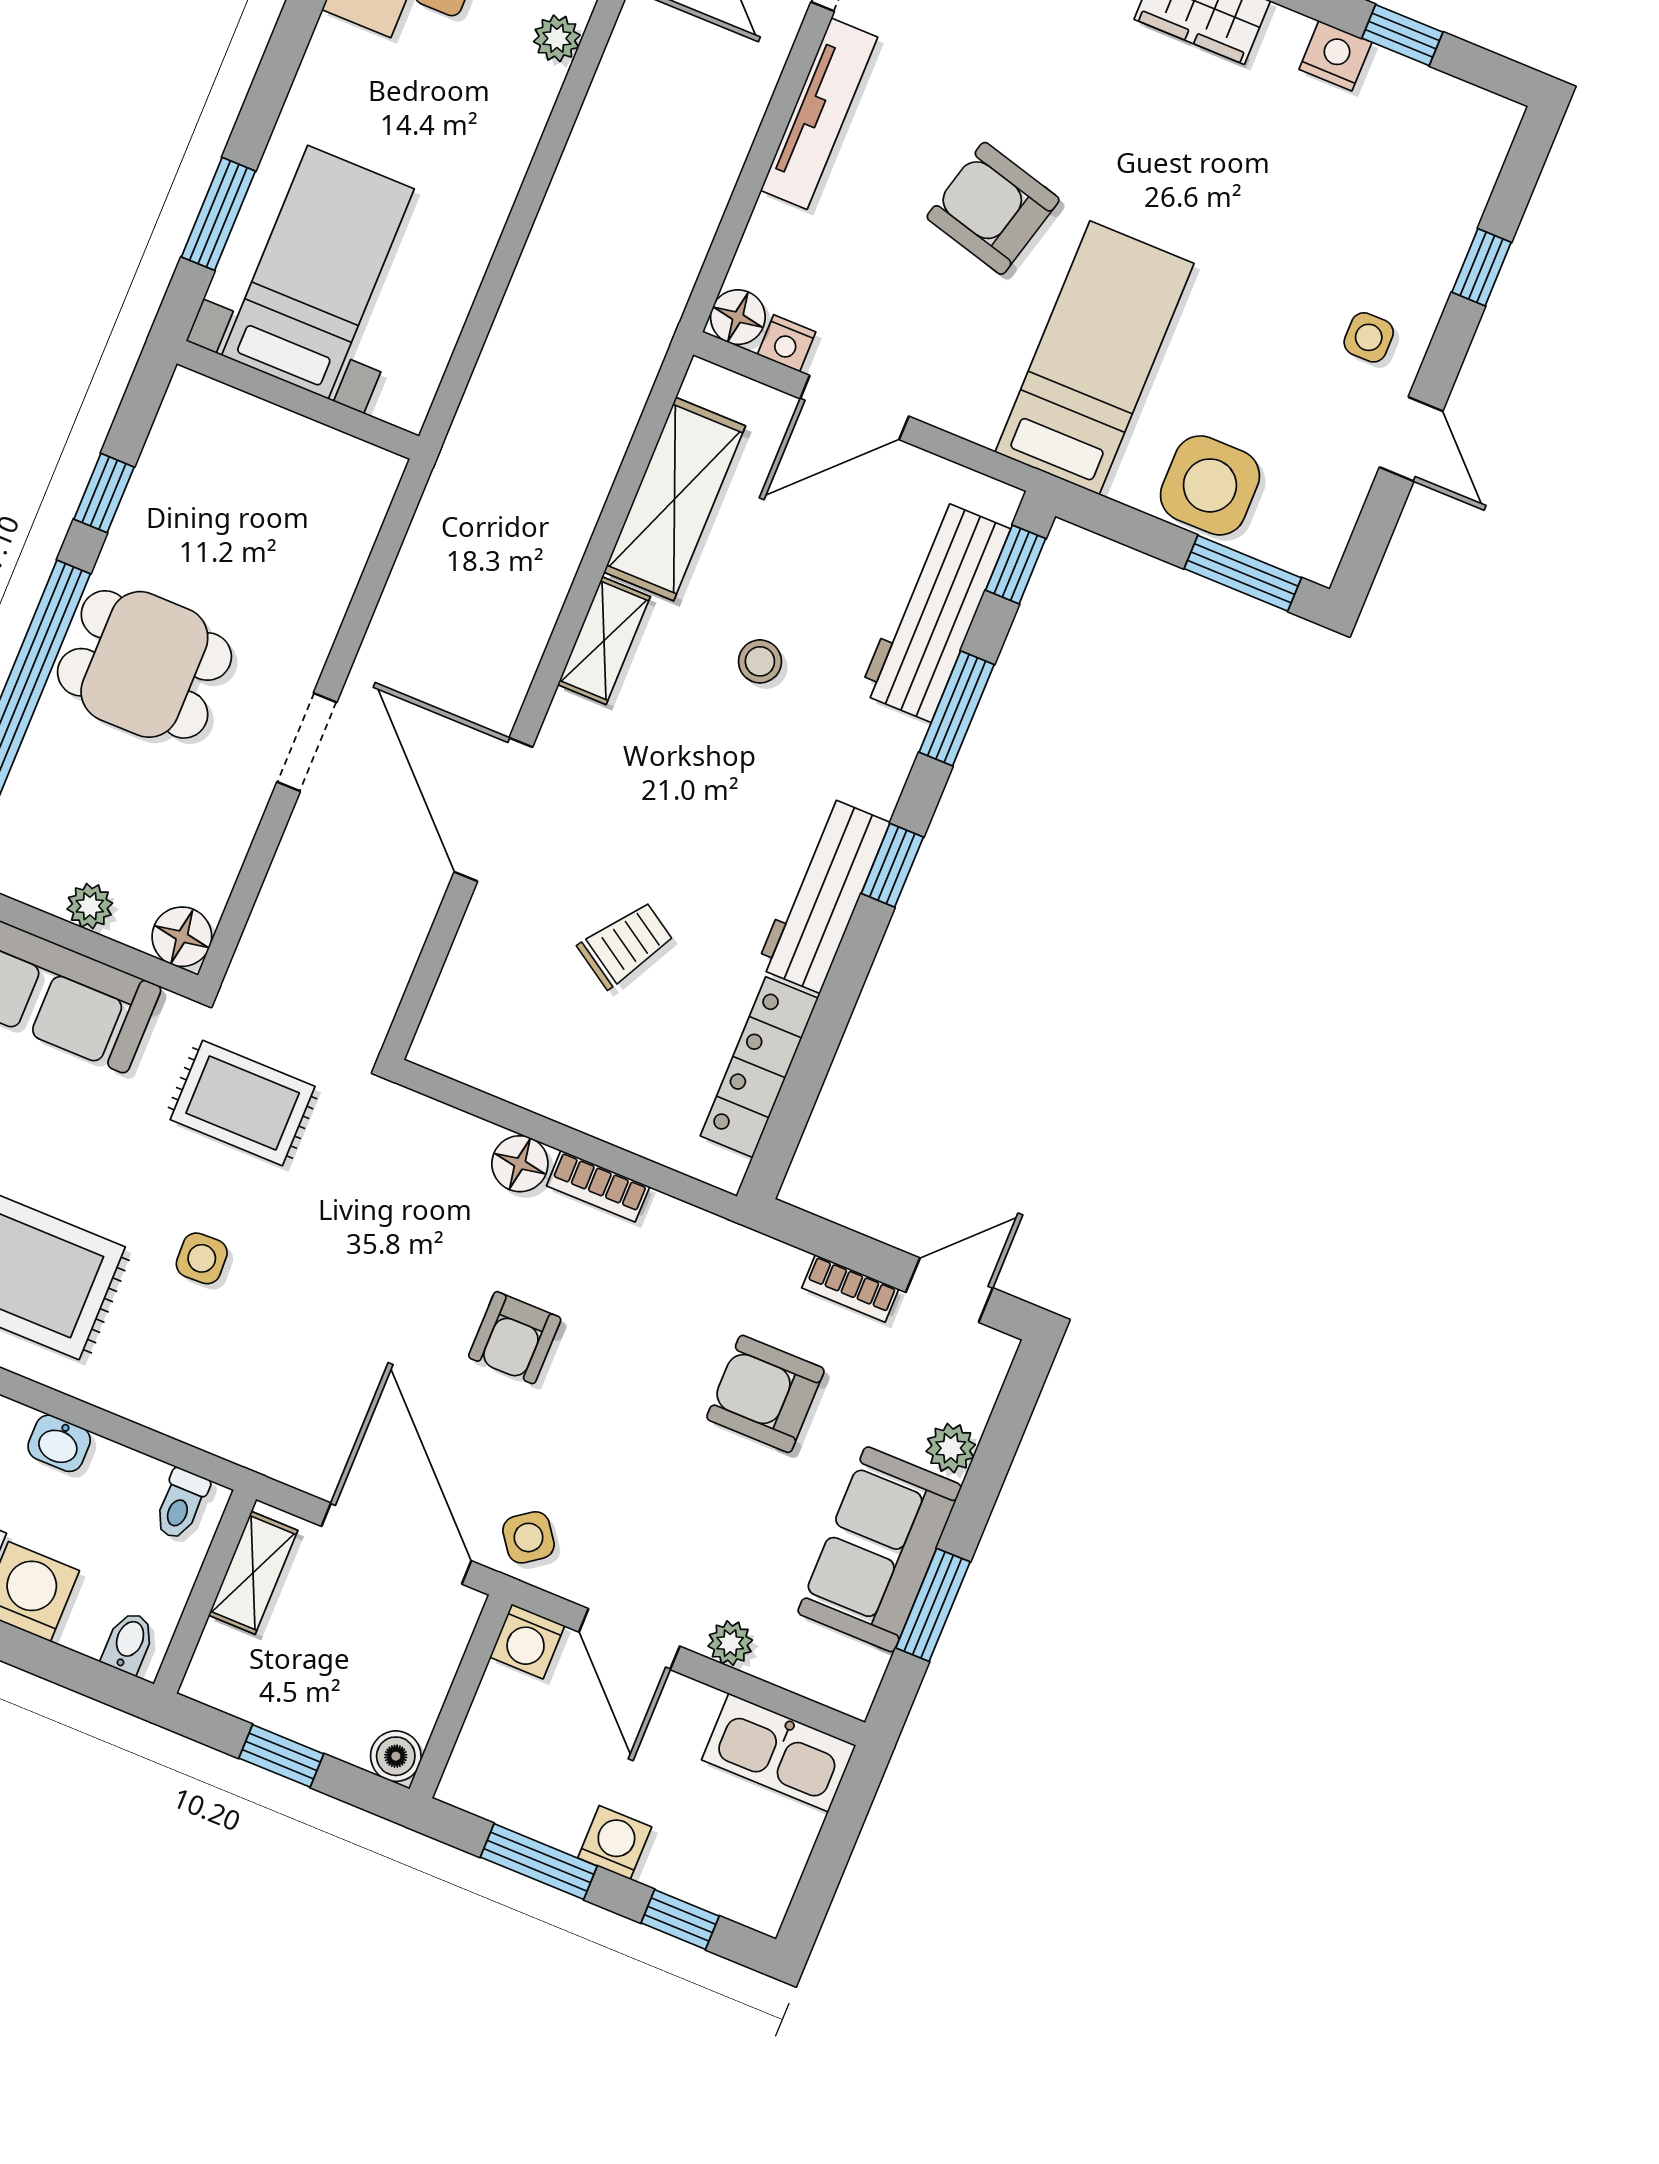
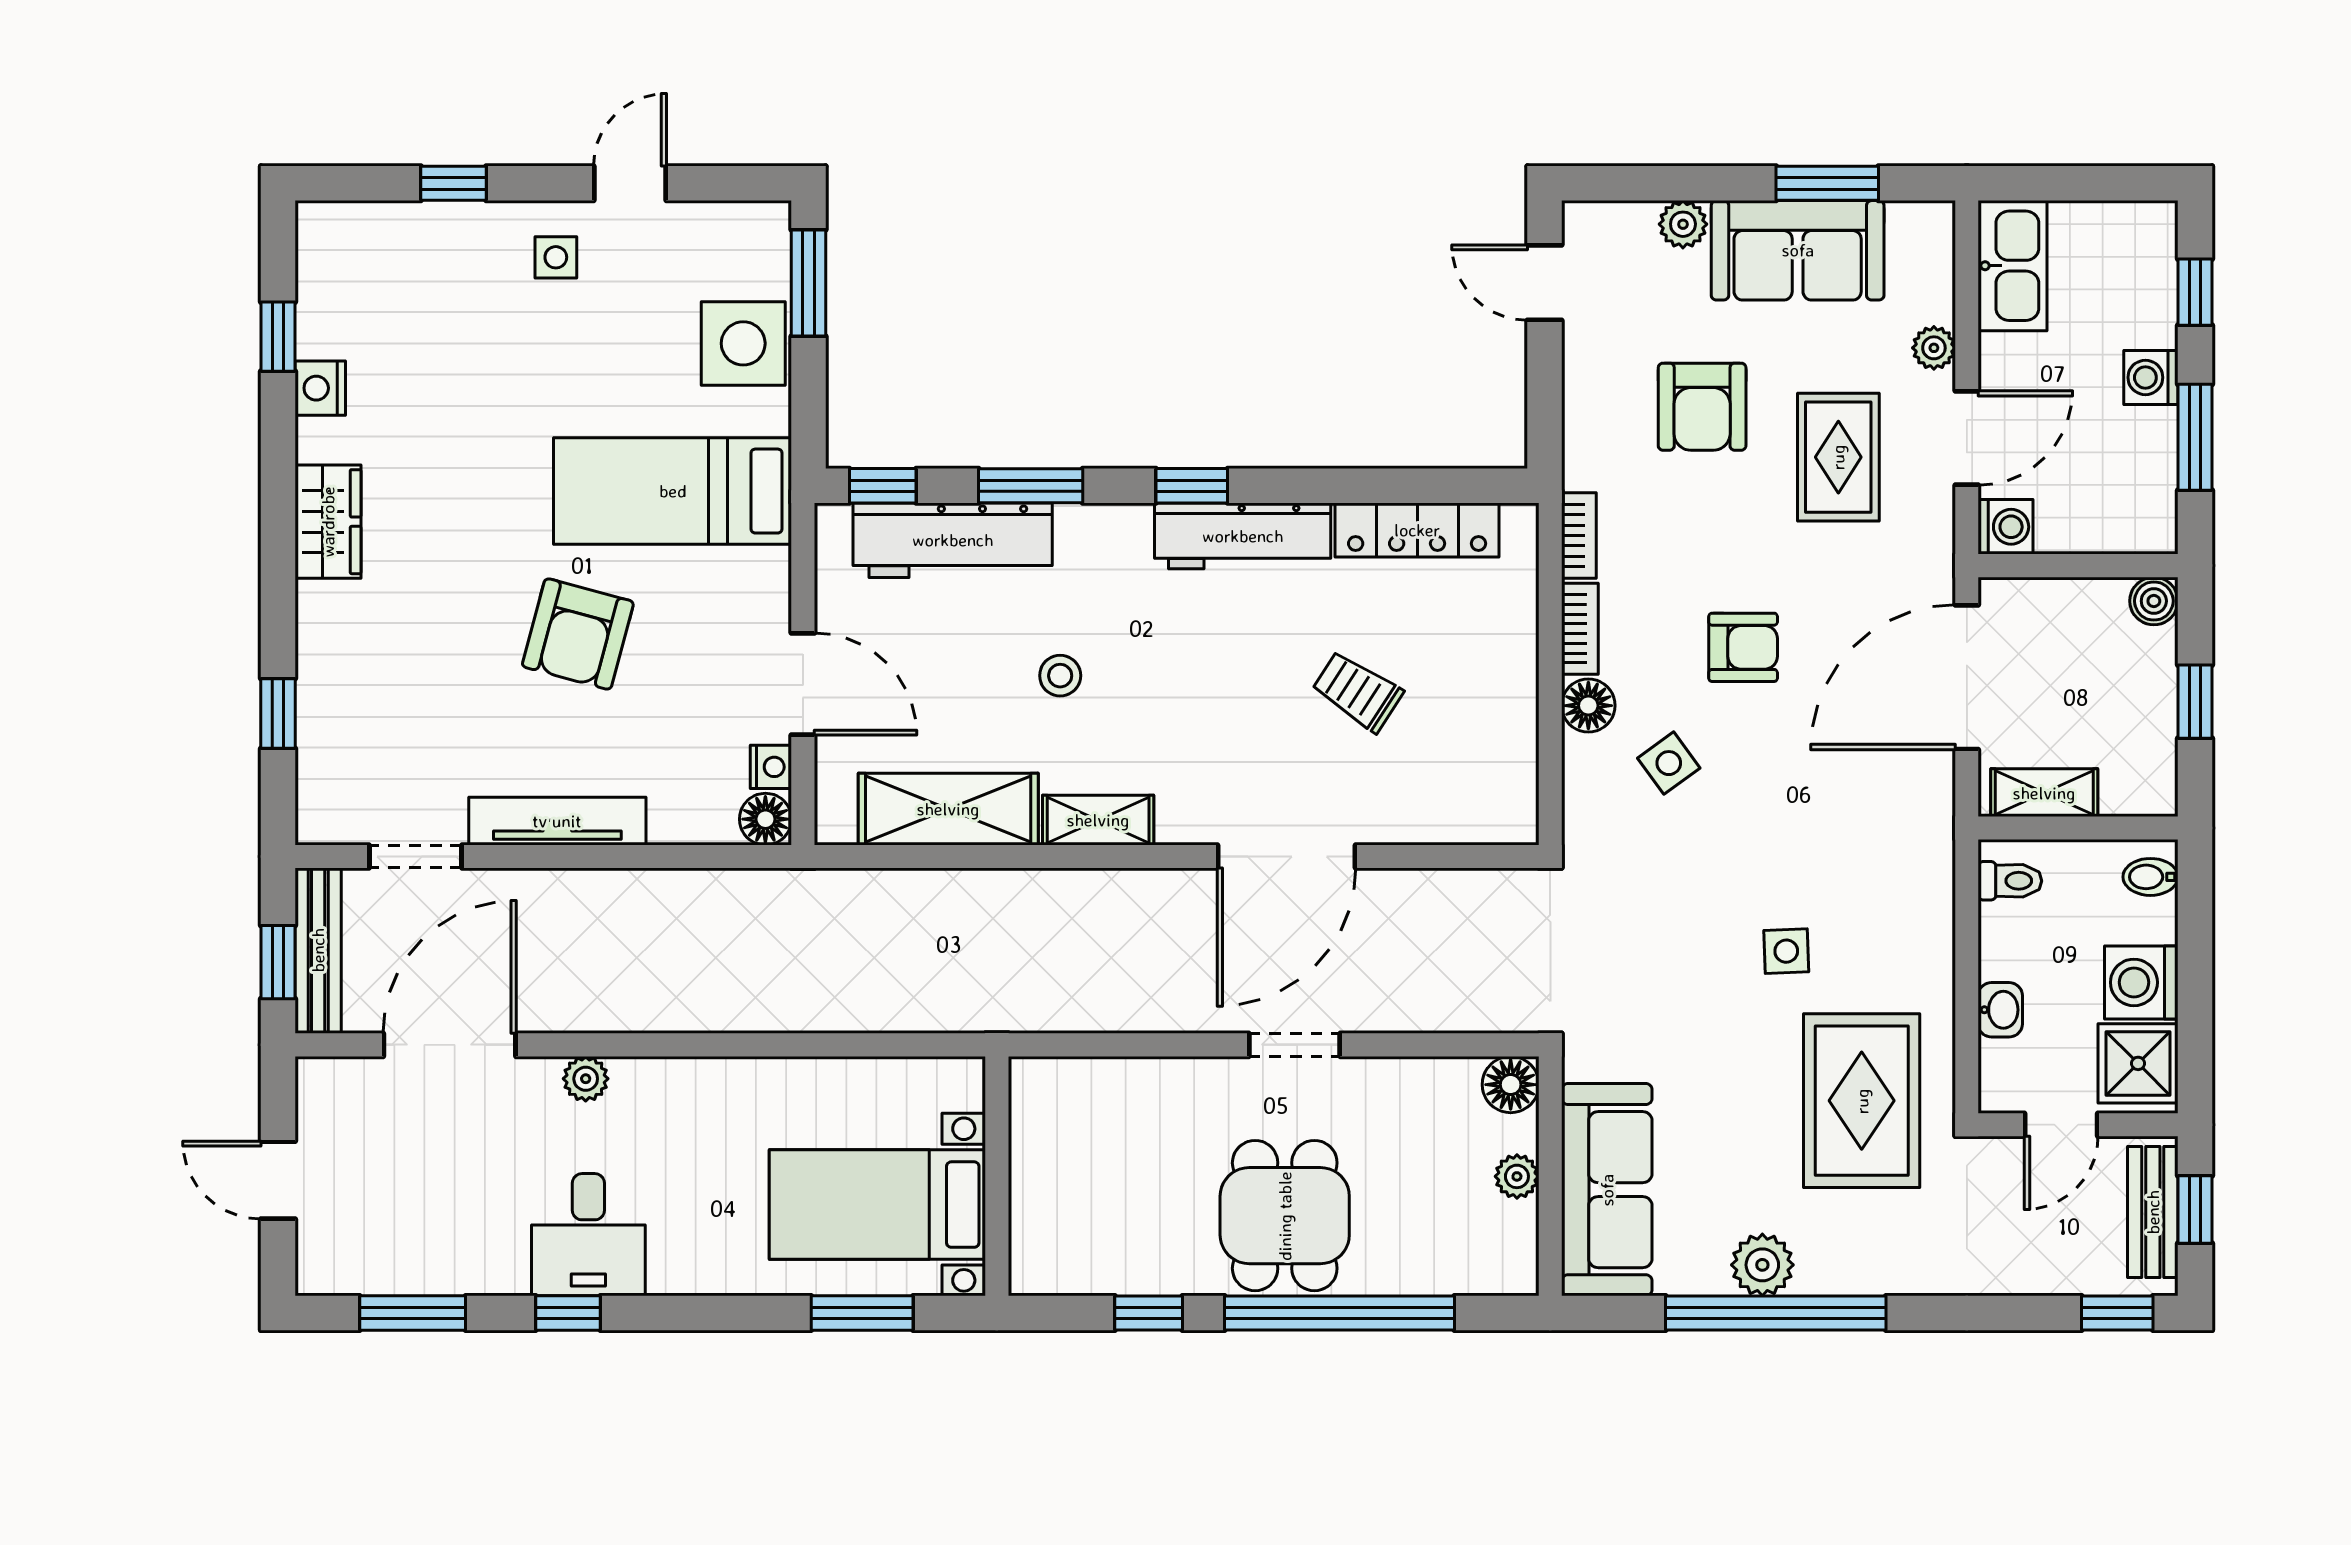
rug: (243, 1103) -> (1838, 457), moved
bookcase: (850, 1288) -> (1579, 536), moved
side table: (529, 1537) -> (1669, 763), moved

